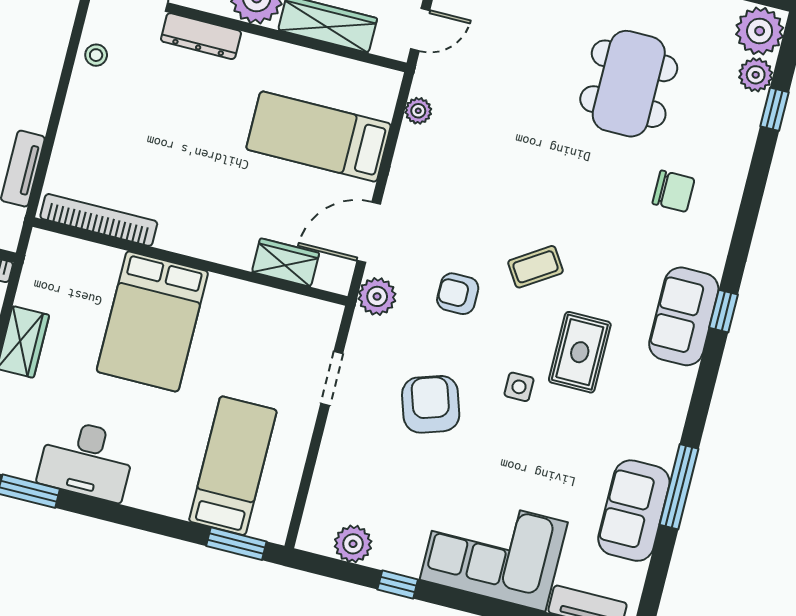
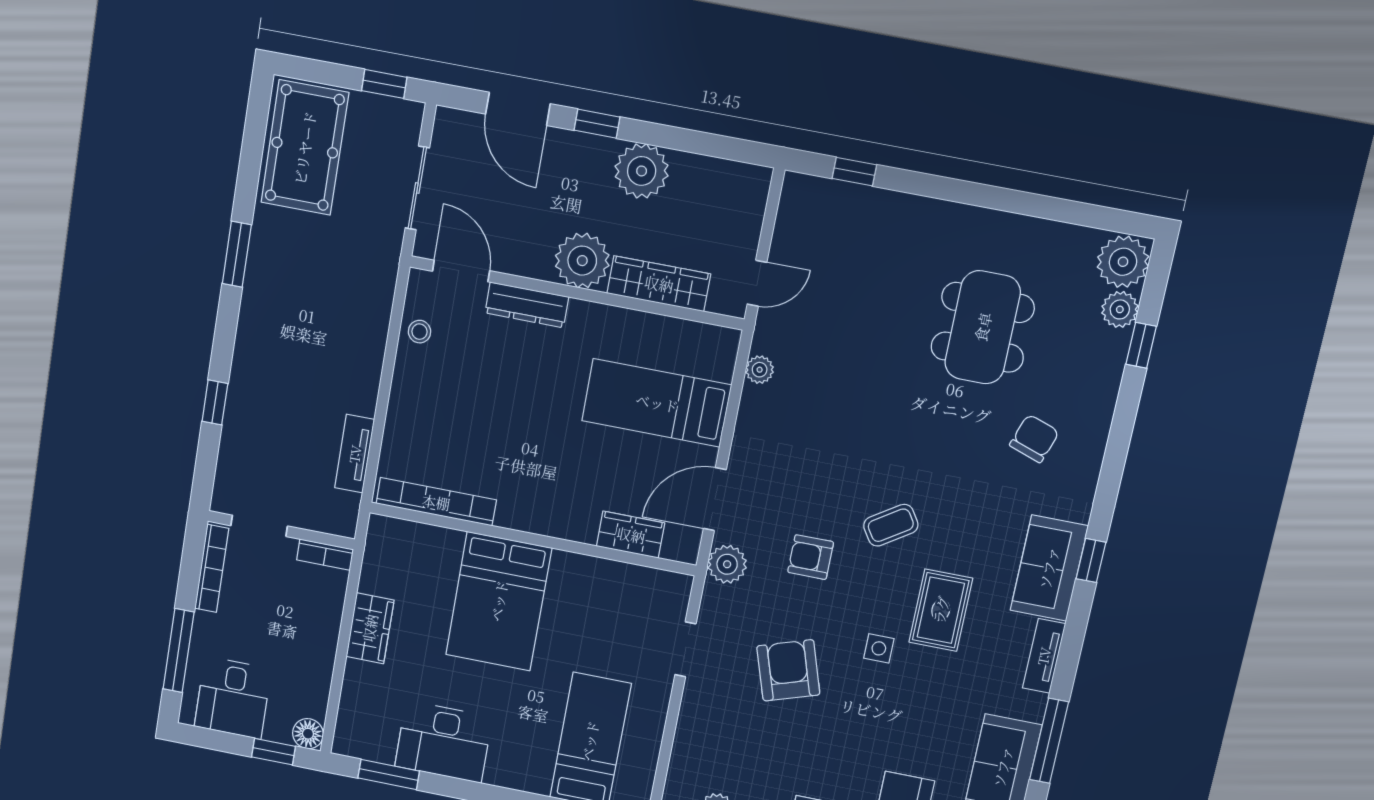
chair: (674, 191) -> (1034, 439), turned -71
tv unit: (677, 402) -> (1044, 656), added

